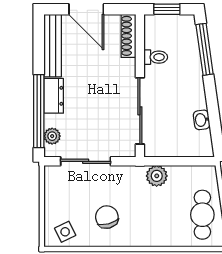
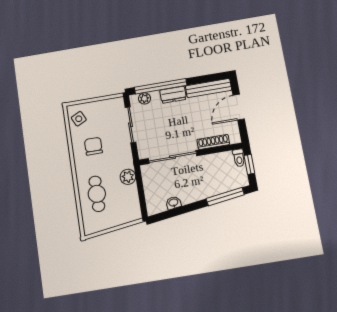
shoe rack: (128, 36) -> (213, 142), moved
toilet: (156, 57) -> (239, 158), moved
cafe table: (202, 215) -> (97, 194), moved, turned 90
chair: (107, 217) -> (93, 146), turned -75

